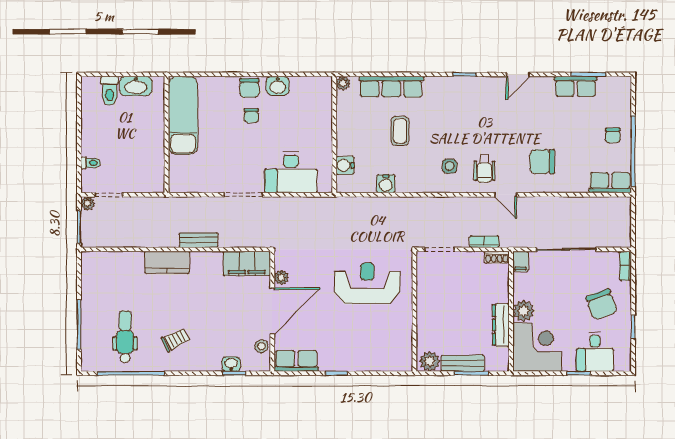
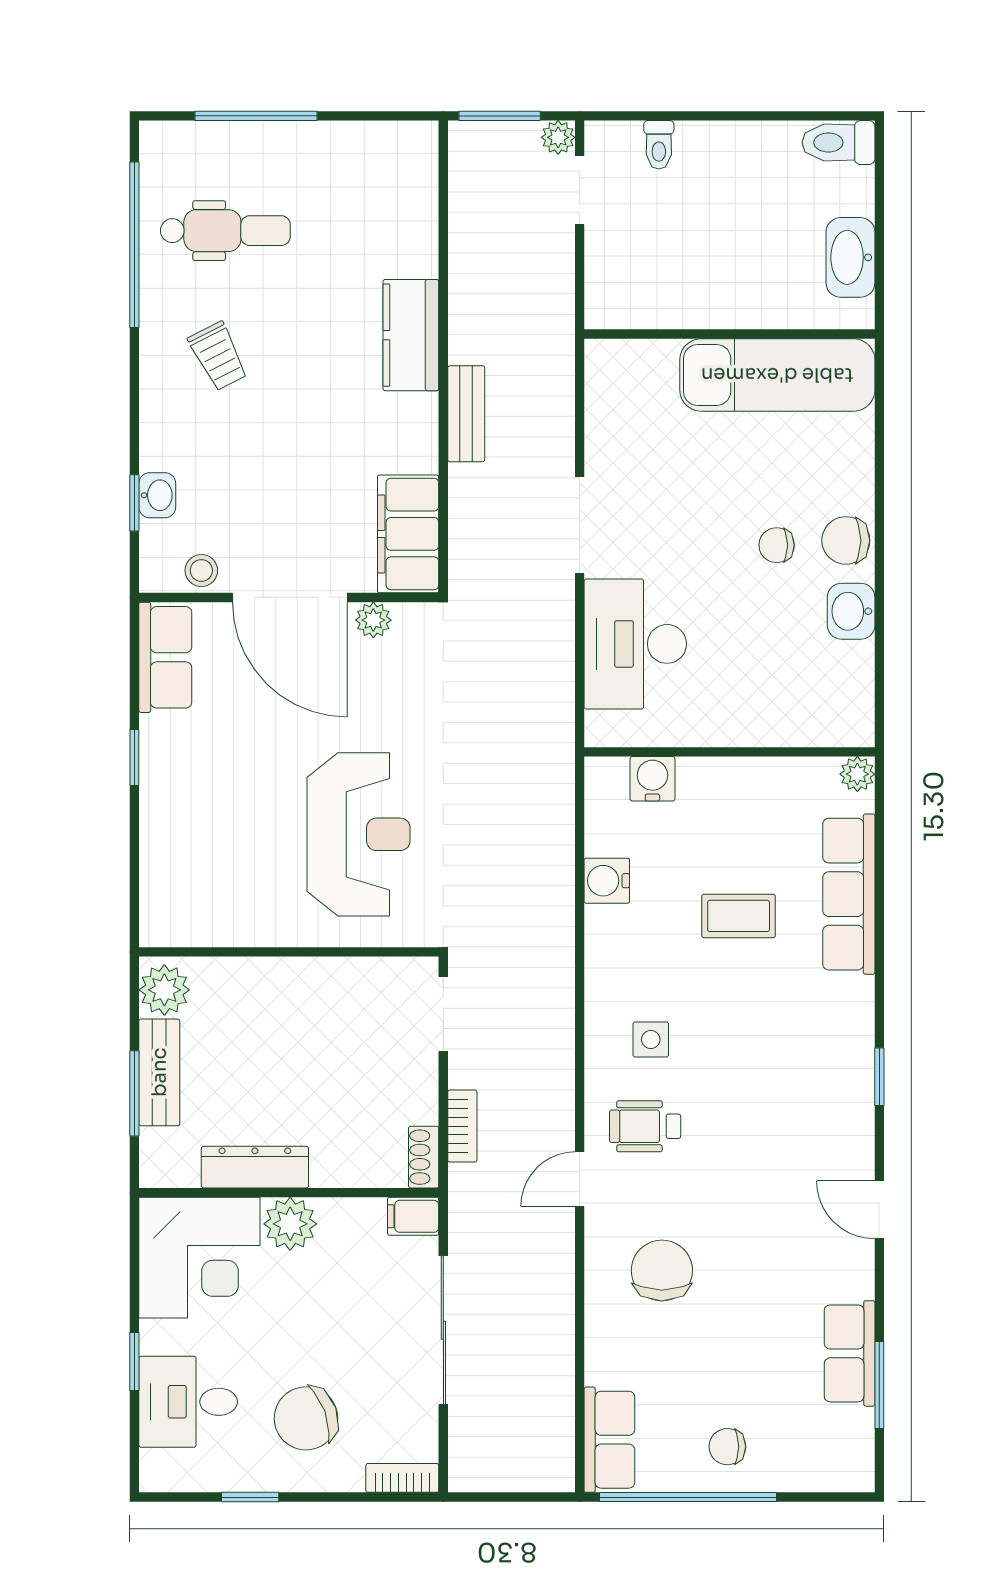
toilet: (109, 91) -> (839, 143), moved

